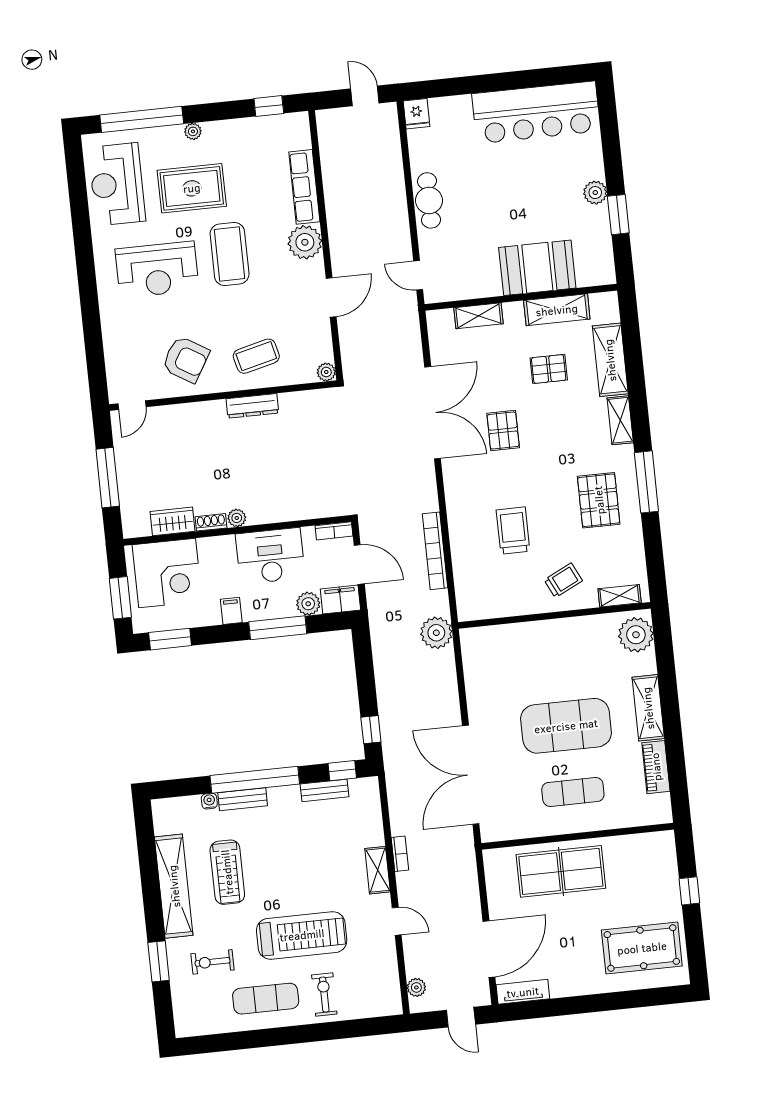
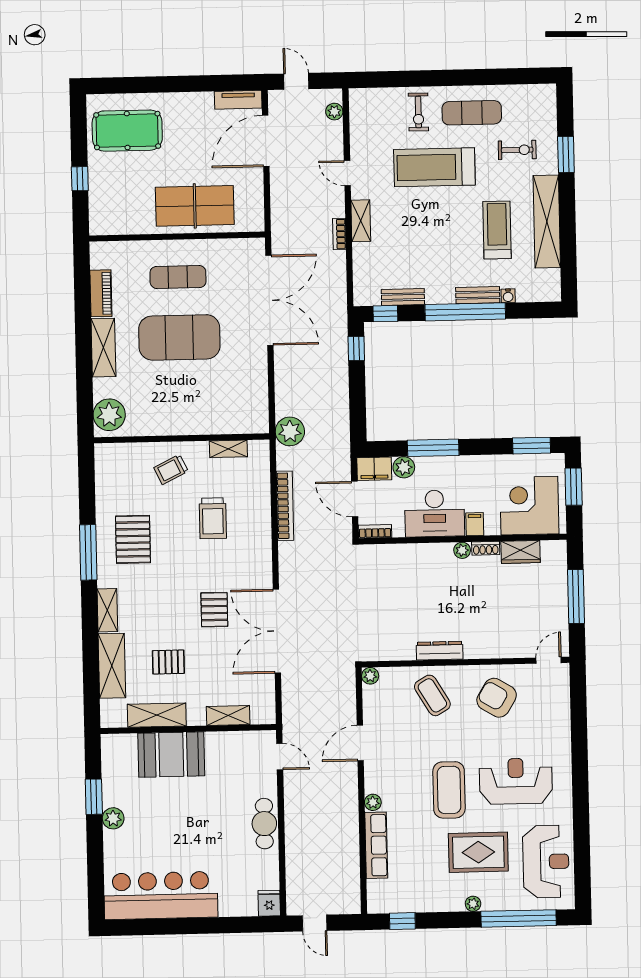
plant: (305, 242) -> (373, 802), width x0.53, depth x0.53
coffee table: (256, 356) -> (432, 695), turned 73
shelving: (620, 596) -> (228, 449), moved
filing cabinet: (231, 611) -> (475, 524), moved, turned 180

